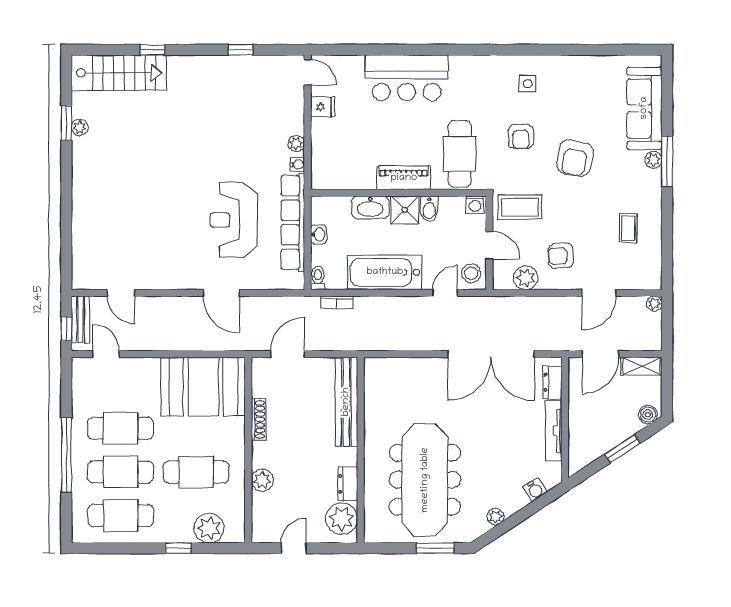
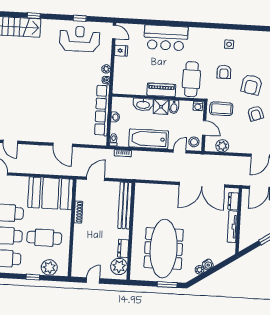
reception desk: (234, 220) -> (80, 39), moved, turned 90
armchair: (561, 256) -> (255, 113), moved, turned -106
plant: (262, 480) -> (79, 244), removed
water cooler: (535, 490) -> (208, 264), moved

